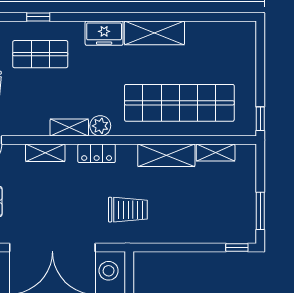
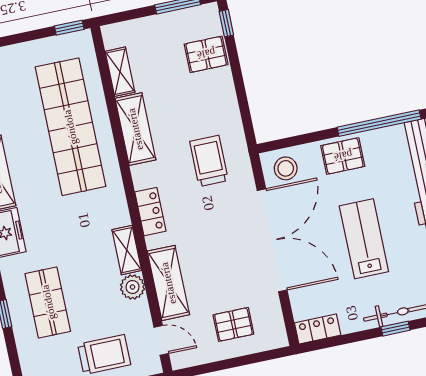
plant: (100, 126) -> (132, 287), moved
shelving: (45, 153) -> (168, 283), width x1.50, depth x1.33
pallet: (215, 226) -> (206, 54), added

